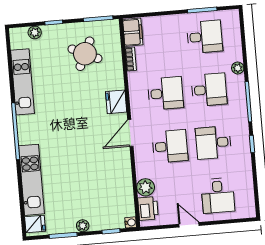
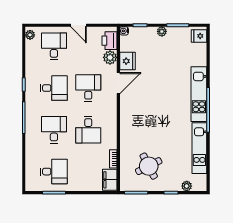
desk: (205, 37) -> (54, 172), turned 180
round table: (85, 54) -> (149, 166), turned 38
plant: (238, 68) -> (30, 35), moved
desk: (209, 90) -> (54, 130), turned 90
desk: (165, 93) -> (88, 130), turned -90
fridge: (116, 102) -> (127, 61), moved
door: (130, 133) -> (118, 83), moved
desk: (170, 146) -> (88, 88), turned 90
kitchen unit: (31, 180) -> (199, 94), moved

